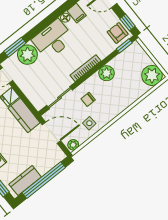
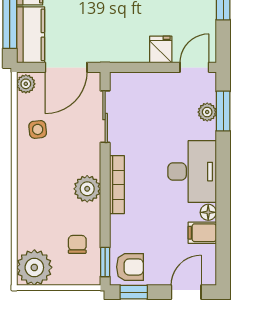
plant: (27, 55) -> (207, 112), width x0.53, depth x0.53
plant: (107, 73) -> (87, 189), moved
chair: (88, 99) -> (77, 244), moved
kitchen counter: (24, 115) -> (31, 35), moved, turned 90

